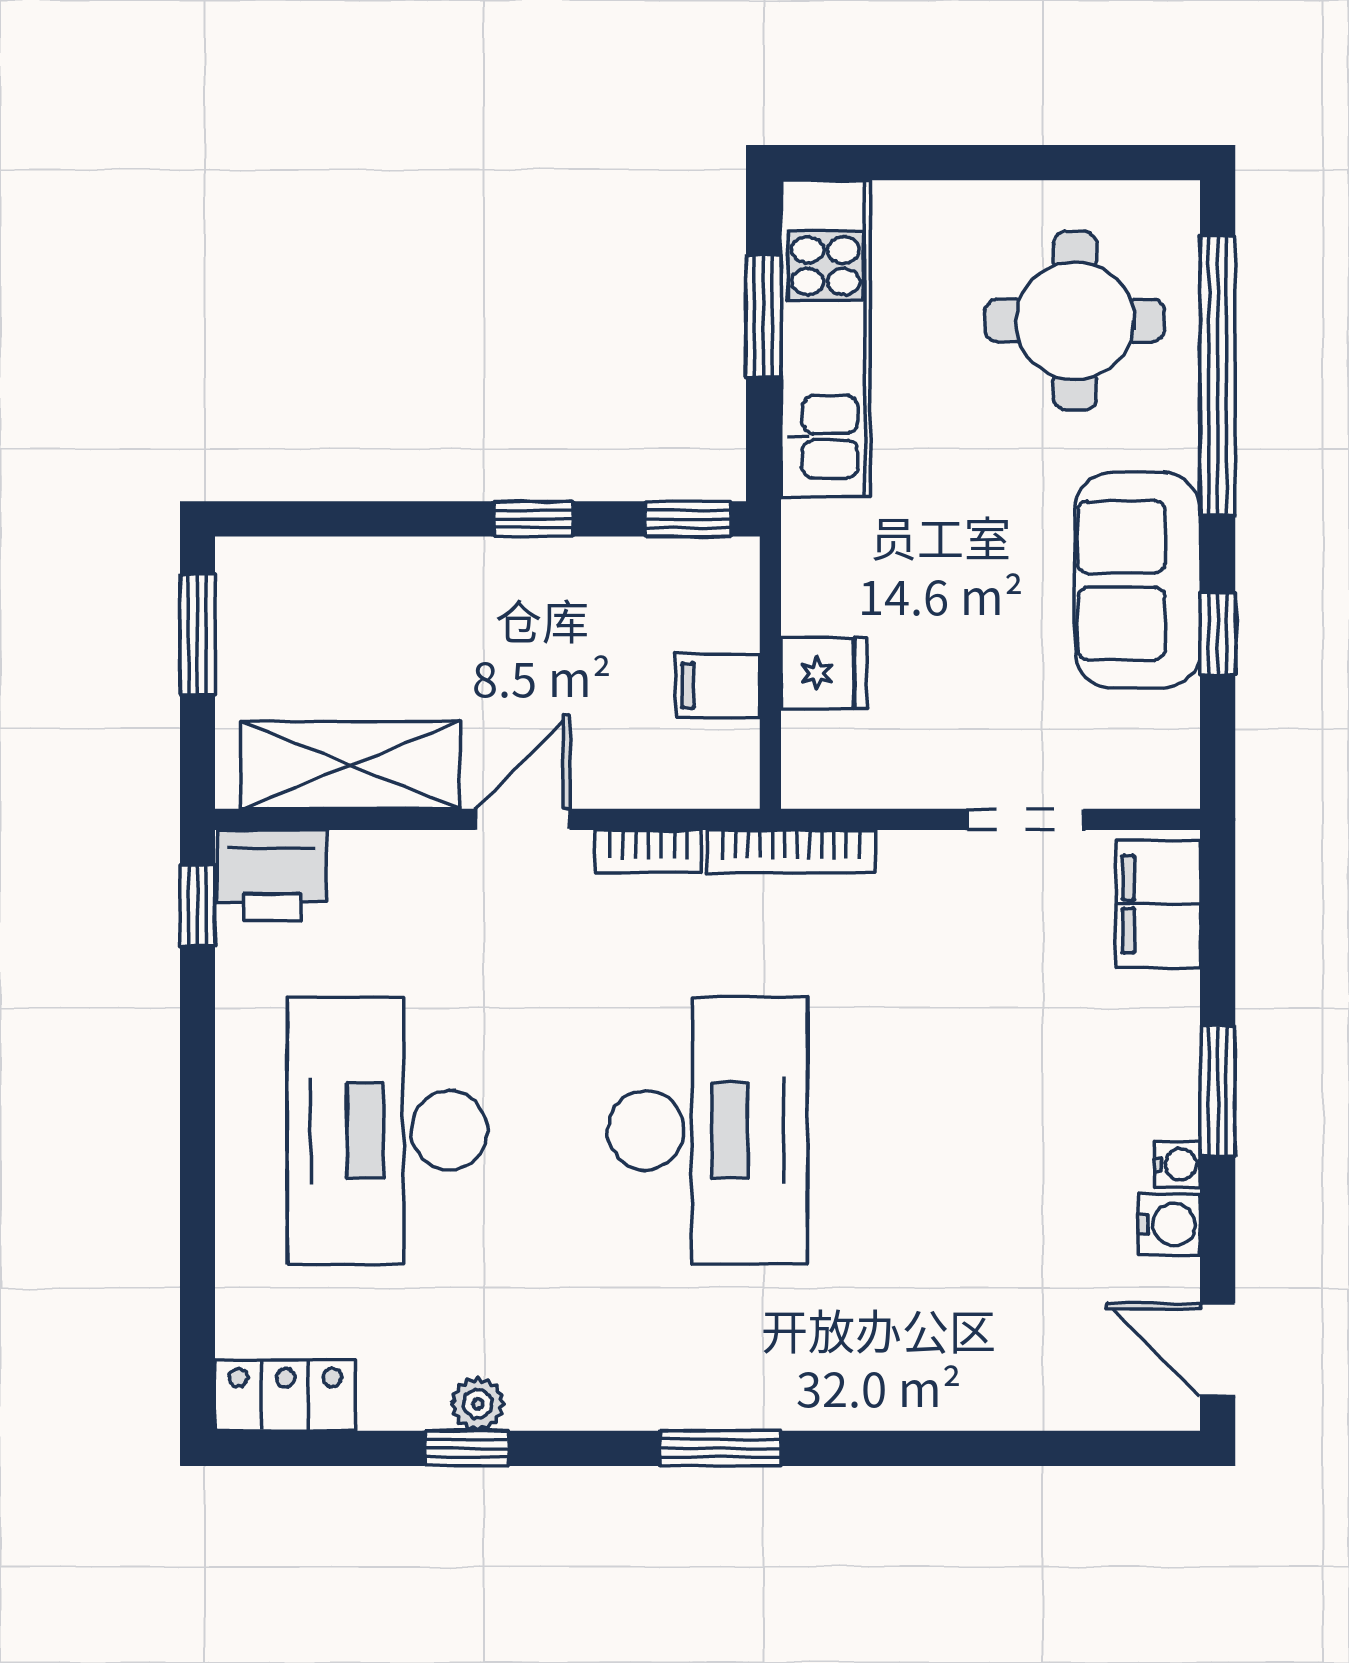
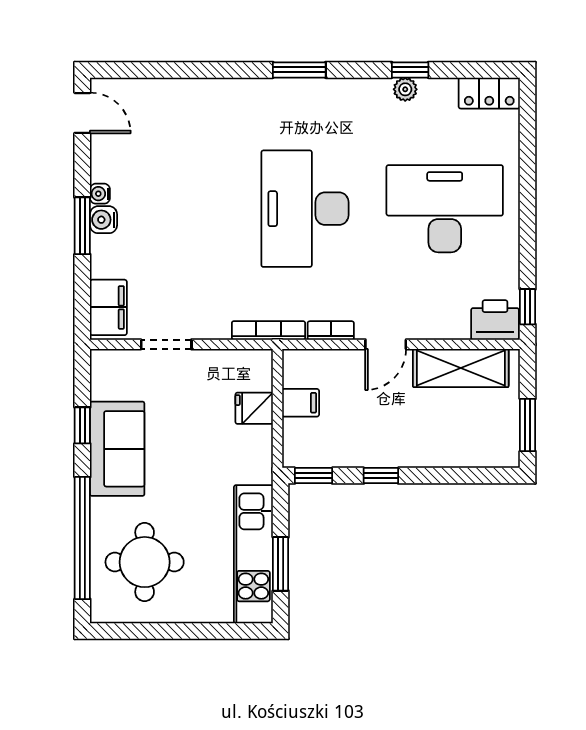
desk: (387, 1130) -> (445, 209), turned -90
water cooler: (1169, 1224) -> (103, 220), moved

